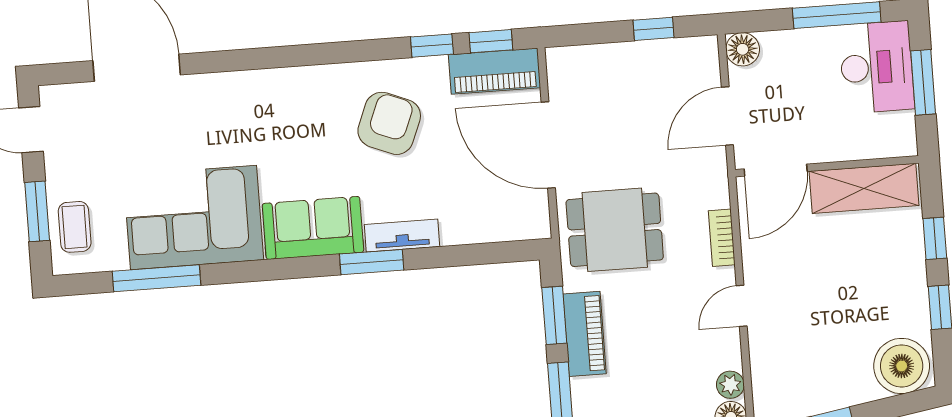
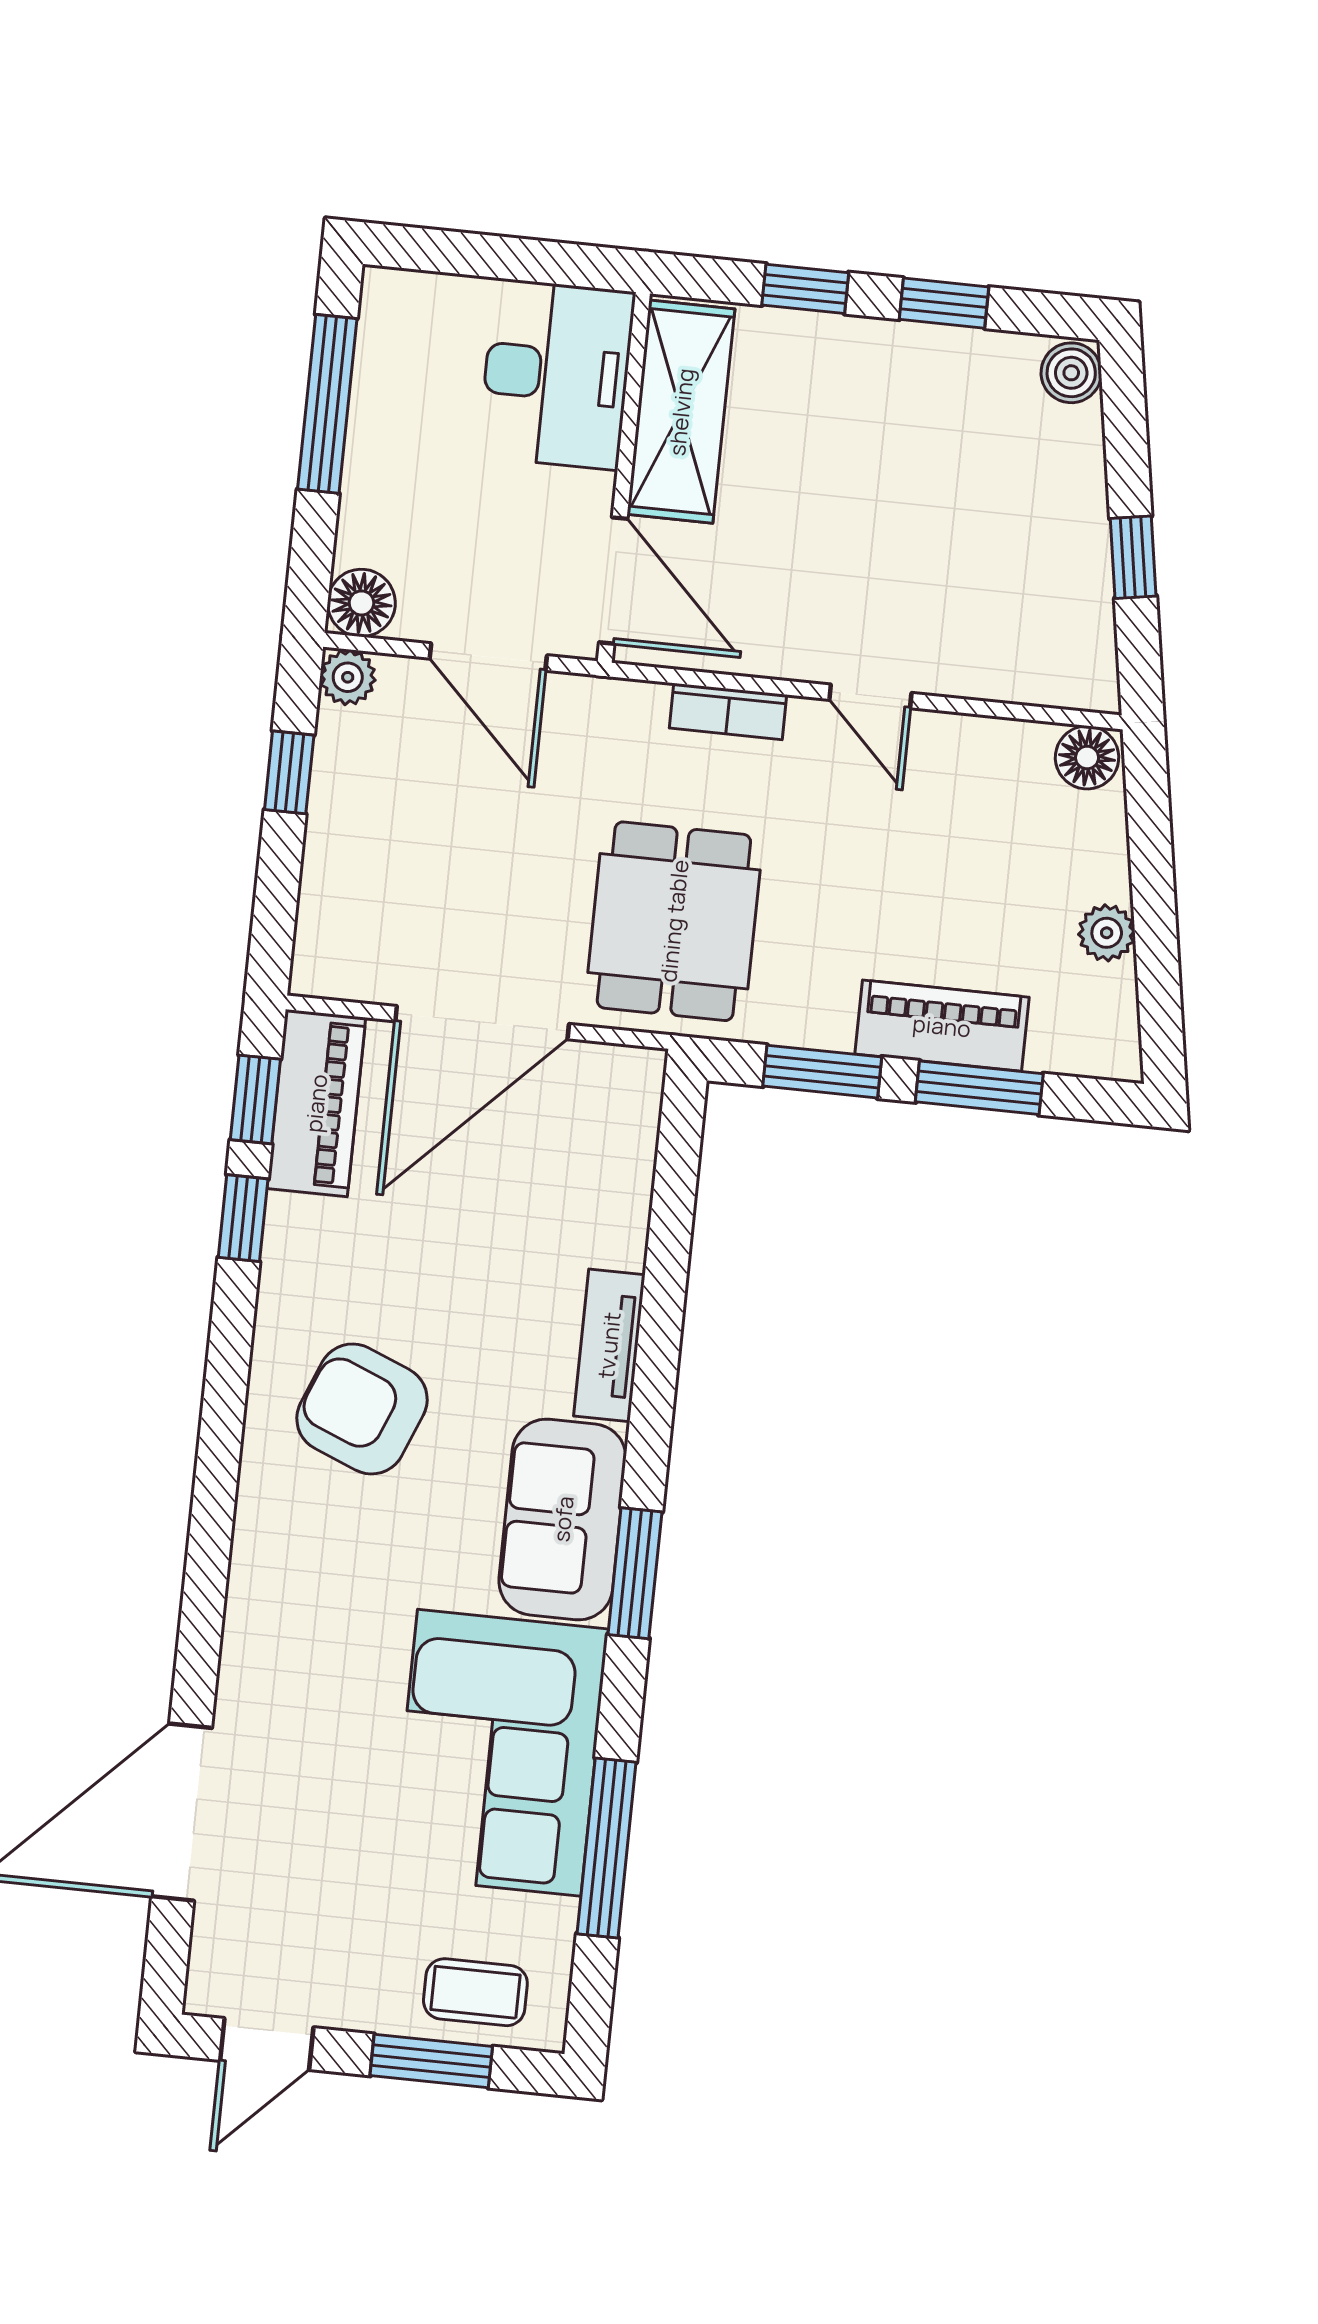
desk: (877, 67) -> (556, 374), moved, turned 90
window: (923, 82) -> (492, 256), removed
armchair: (389, 123) -> (362, 1409), moved
window: (372, 262) -> (635, 1573), moved
piano: (585, 334) -> (942, 1026), moved
boiler: (902, 366) -> (1071, 373), width x0.54, depth x0.54
plant: (730, 385) -> (348, 677), moved

